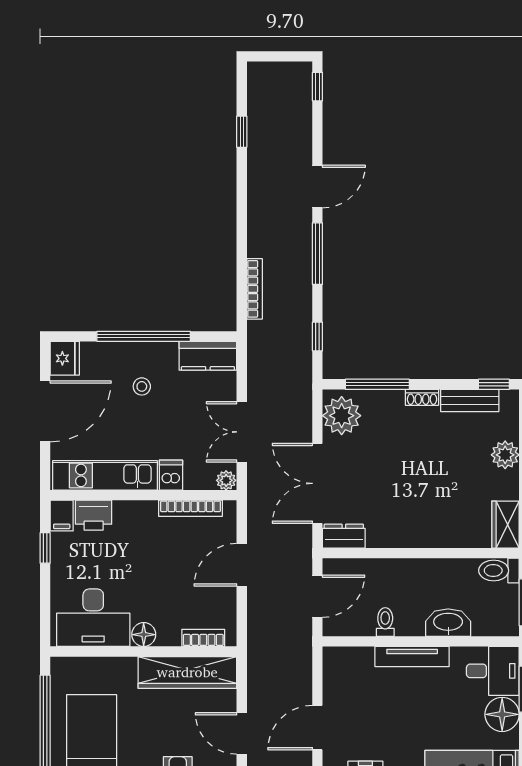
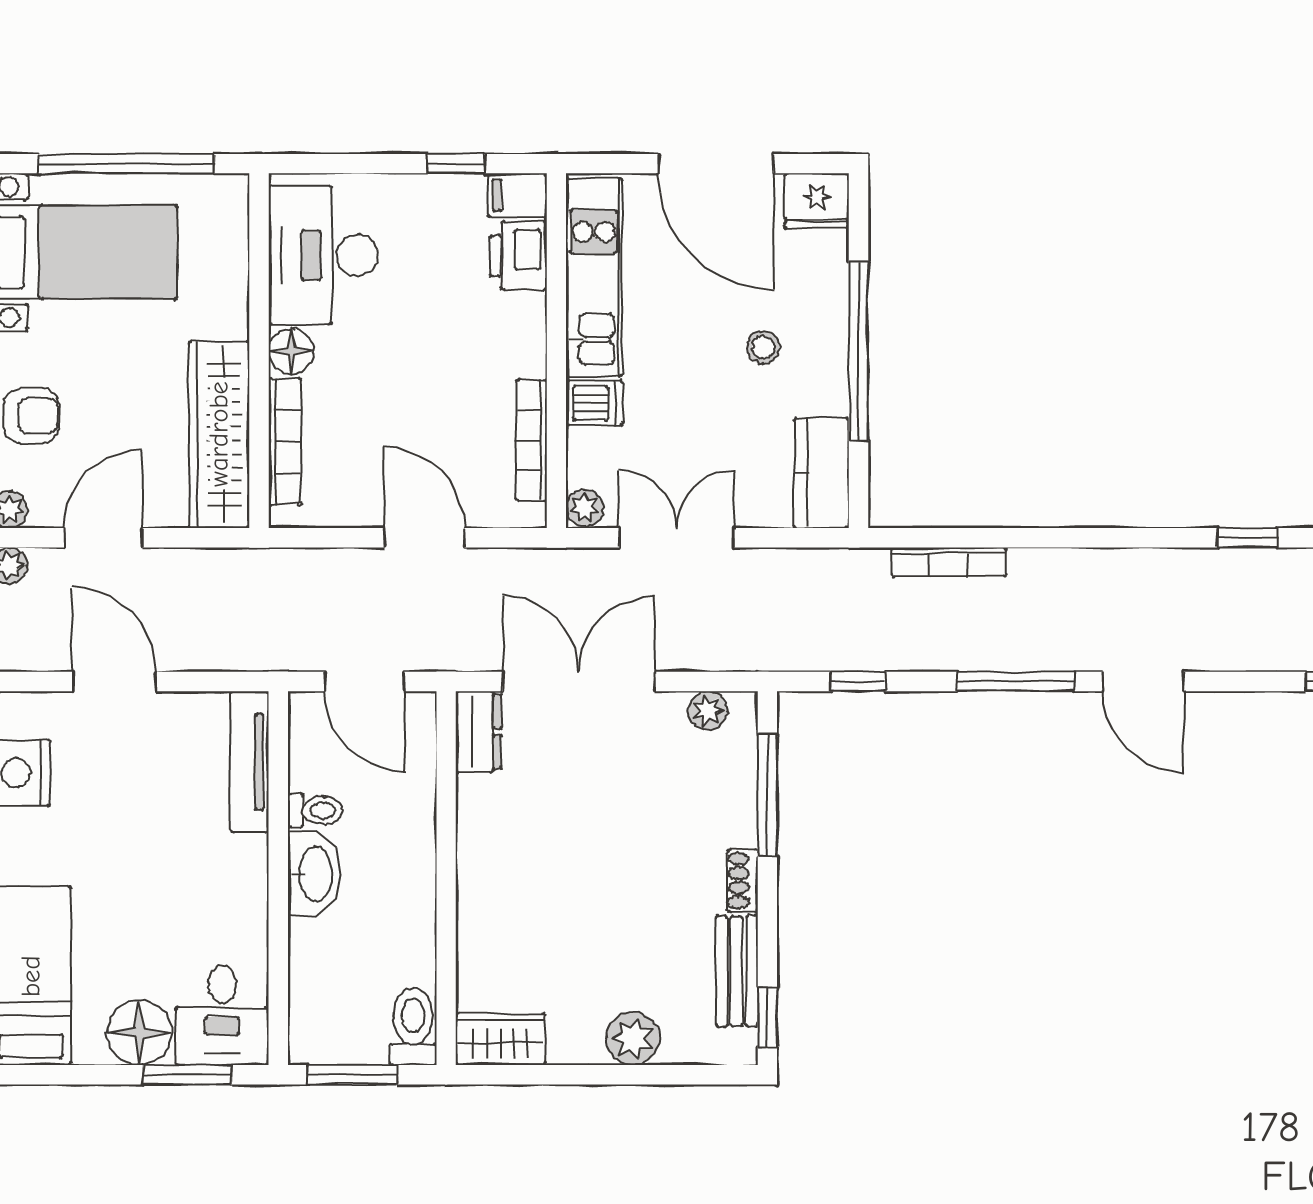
plant: (342, 416) -> (708, 711), width x0.53, depth x0.53
washbasin: (448, 623) -> (314, 874), moved
bookcase: (203, 638) -> (285, 441), width x1.56
tv unit: (412, 657) -> (250, 762), moved

